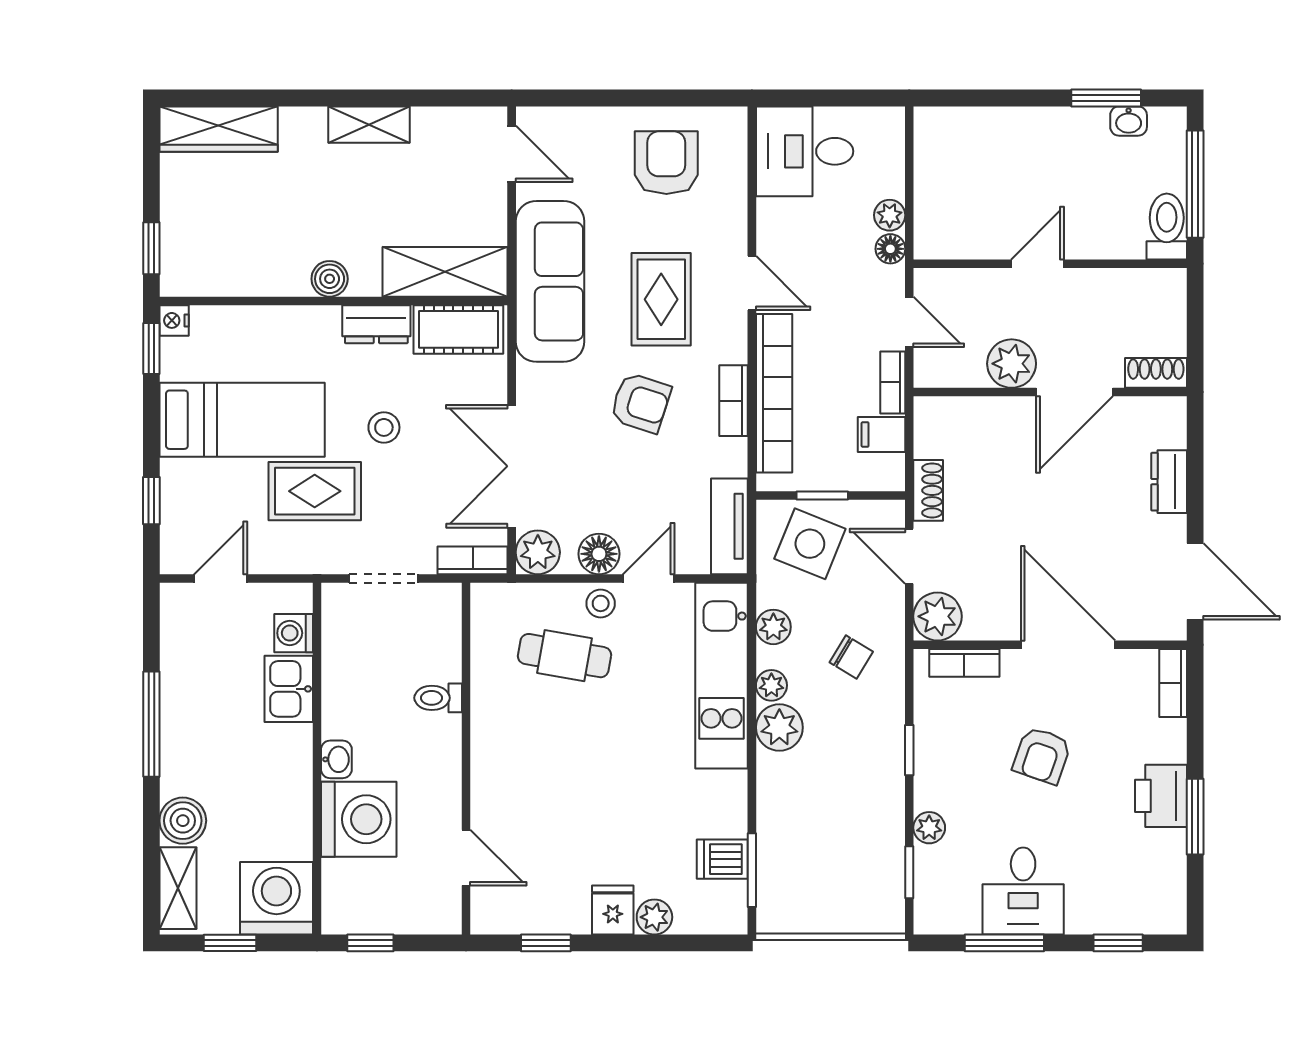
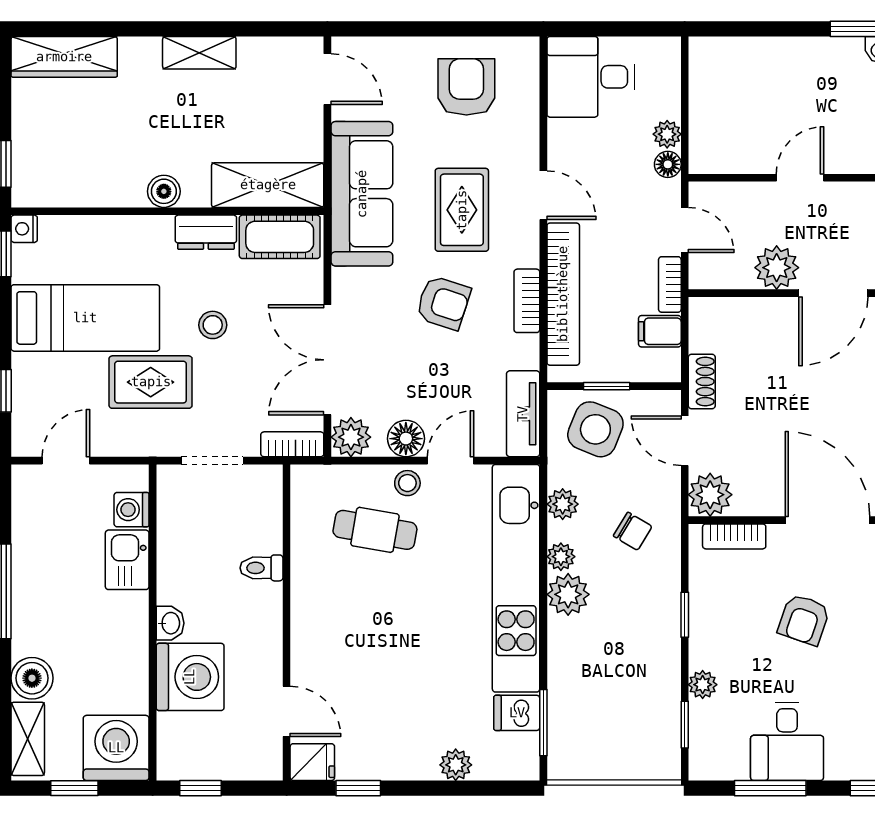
kitchen unit: (722, 676) -> (516, 578), width x1.36
fridge: (613, 910) -> (312, 762), moved, turned 90

